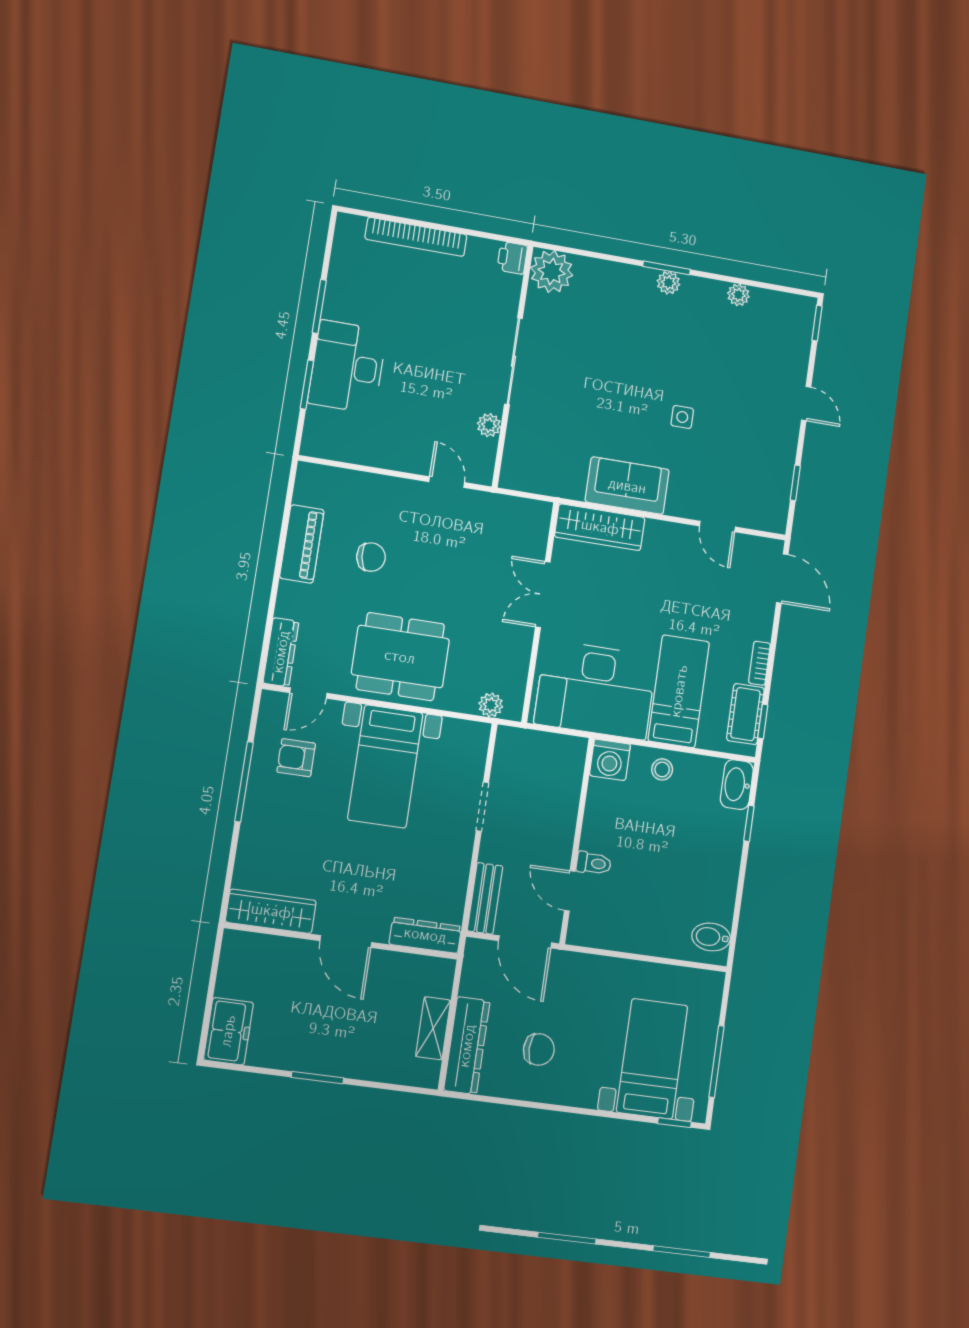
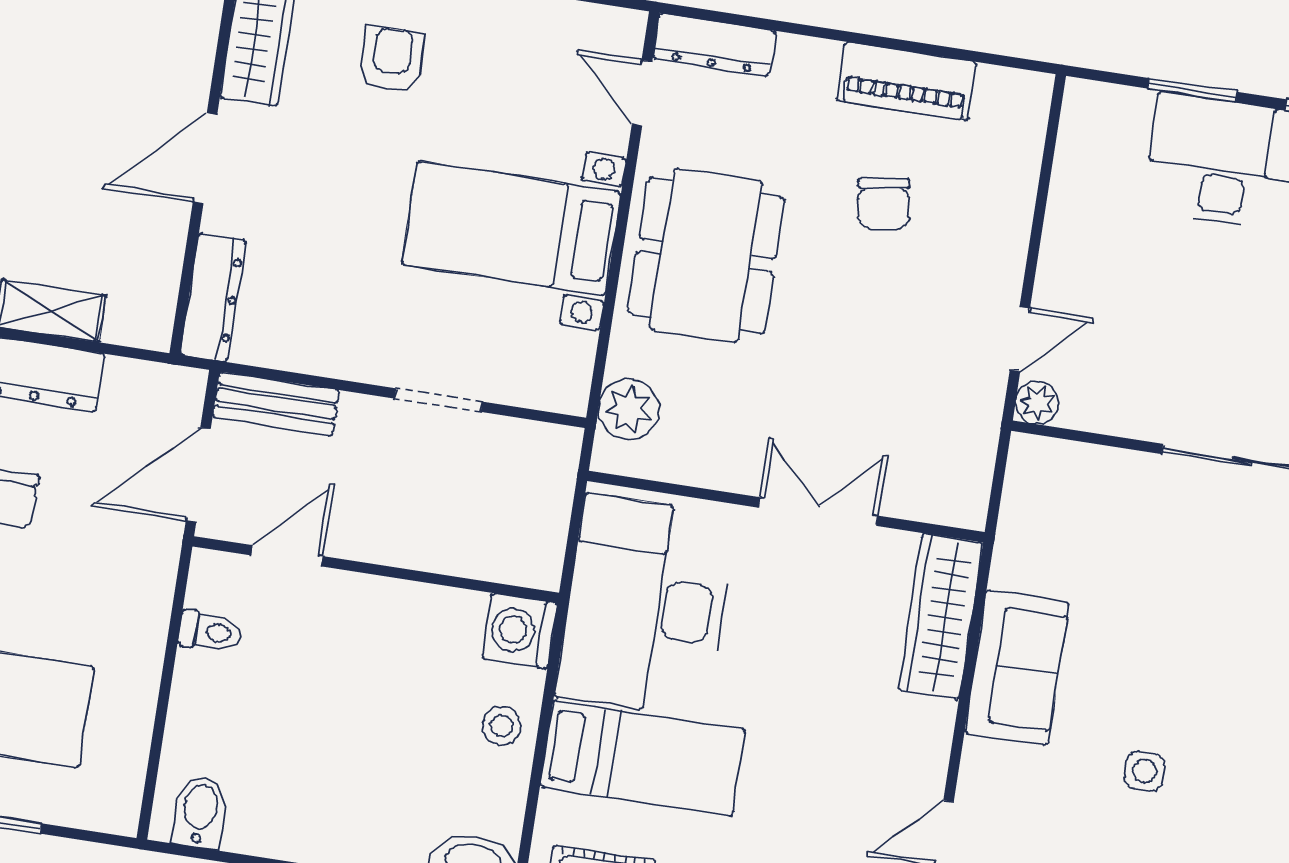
plant: (489, 425) -> (1037, 403), moved
plant: (491, 705) -> (629, 409), width x1.38, depth x1.38
armchair: (296, 758) -> (392, 59), moved
toilet: (594, 863) -> (210, 632), moved, turned -90

